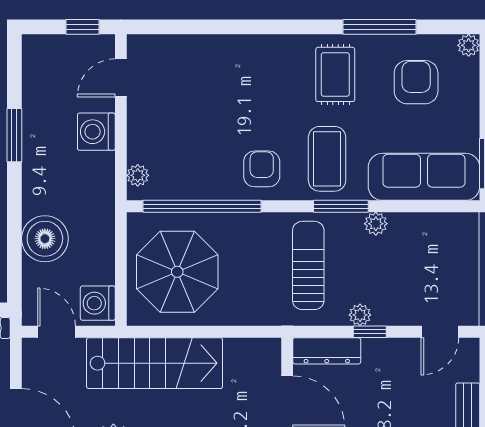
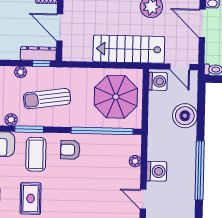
door: (121, 78) -> (143, 199), swing flipped
window: (14, 135) -> (200, 170), width x2.11
armchair: (262, 169) -> (70, 150), turned 90
plant: (138, 175) -> (135, 161), moved
sun lounger: (308, 265) -> (47, 99), turned 82
window: (370, 332) -> (41, 64), moved

